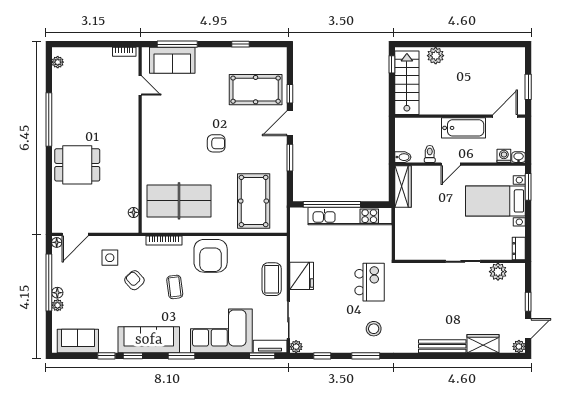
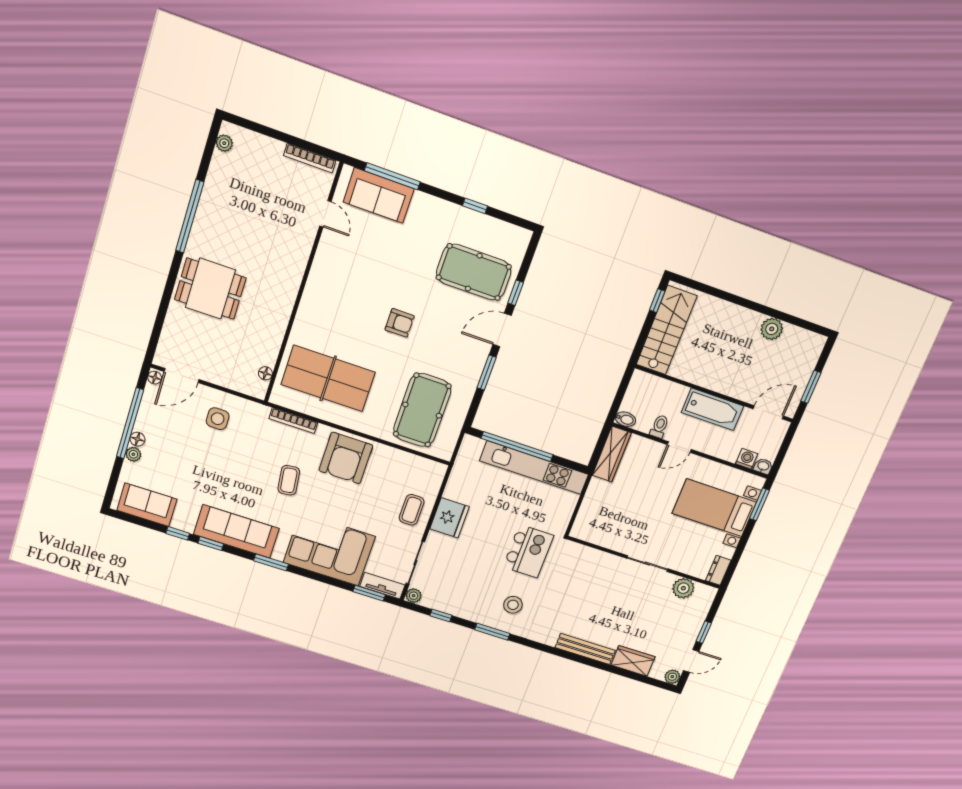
bookcase: (124, 52) -> (310, 158), width x1.56
plant: (436, 56) -> (772, 329), moved
coffee table: (272, 279) -> (412, 510), width x0.73, depth x0.77
armchair: (134, 280) -> (241, 456), removed

